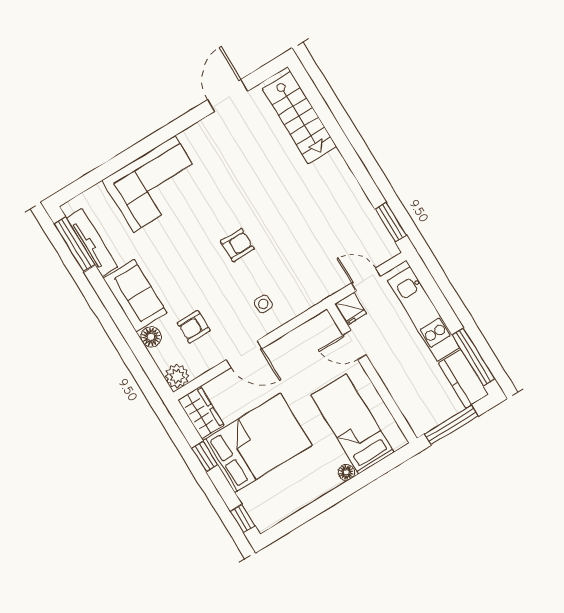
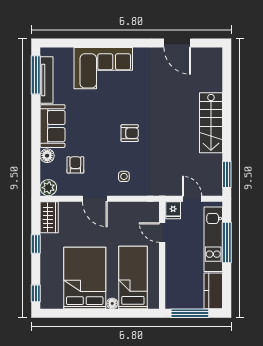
door: (228, 95) -> (177, 43), swing flipped
stairs: (300, 118) -> (211, 123), moved
armchair: (194, 327) -> (75, 165), turned 90
window: (473, 357) -> (227, 243), moved
bed: (257, 443) -> (85, 278), moved, turned -90

